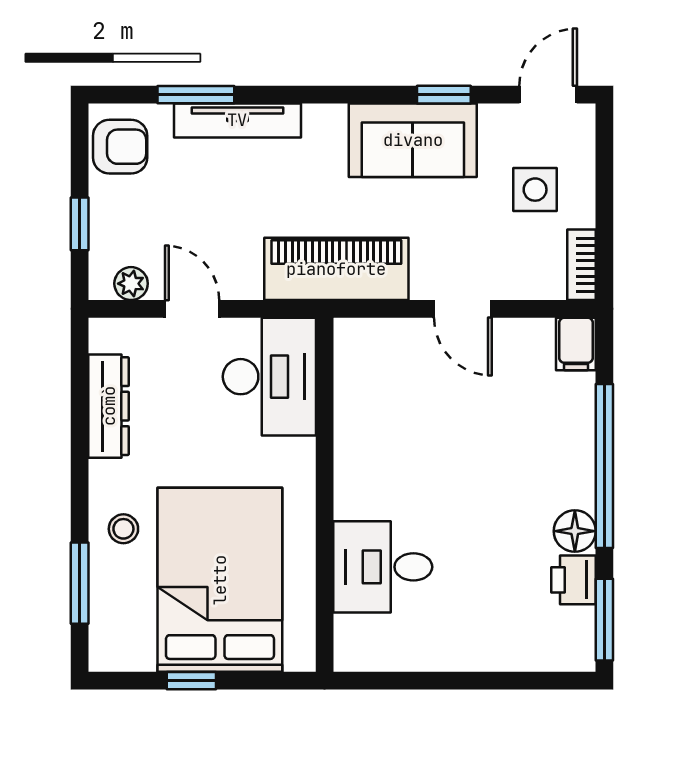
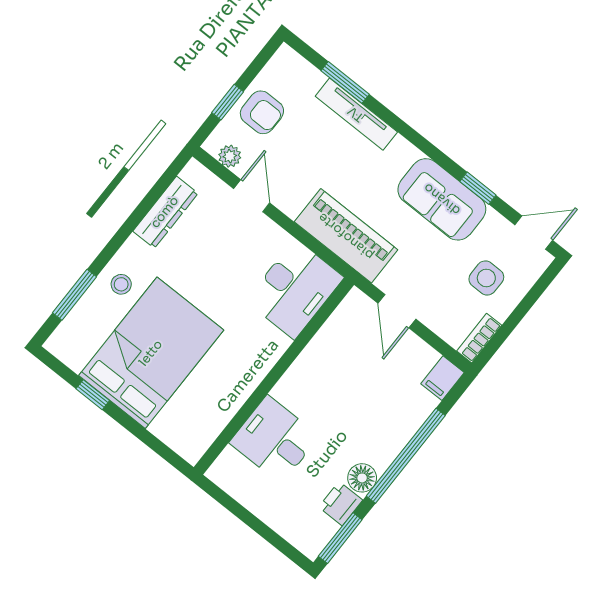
armchair: (120, 147) -> (262, 112), moved
desk: (269, 377) -> (295, 289), moved
wall: (325, 495) -> (274, 376), moved
desk: (383, 567) -> (274, 439), moved

